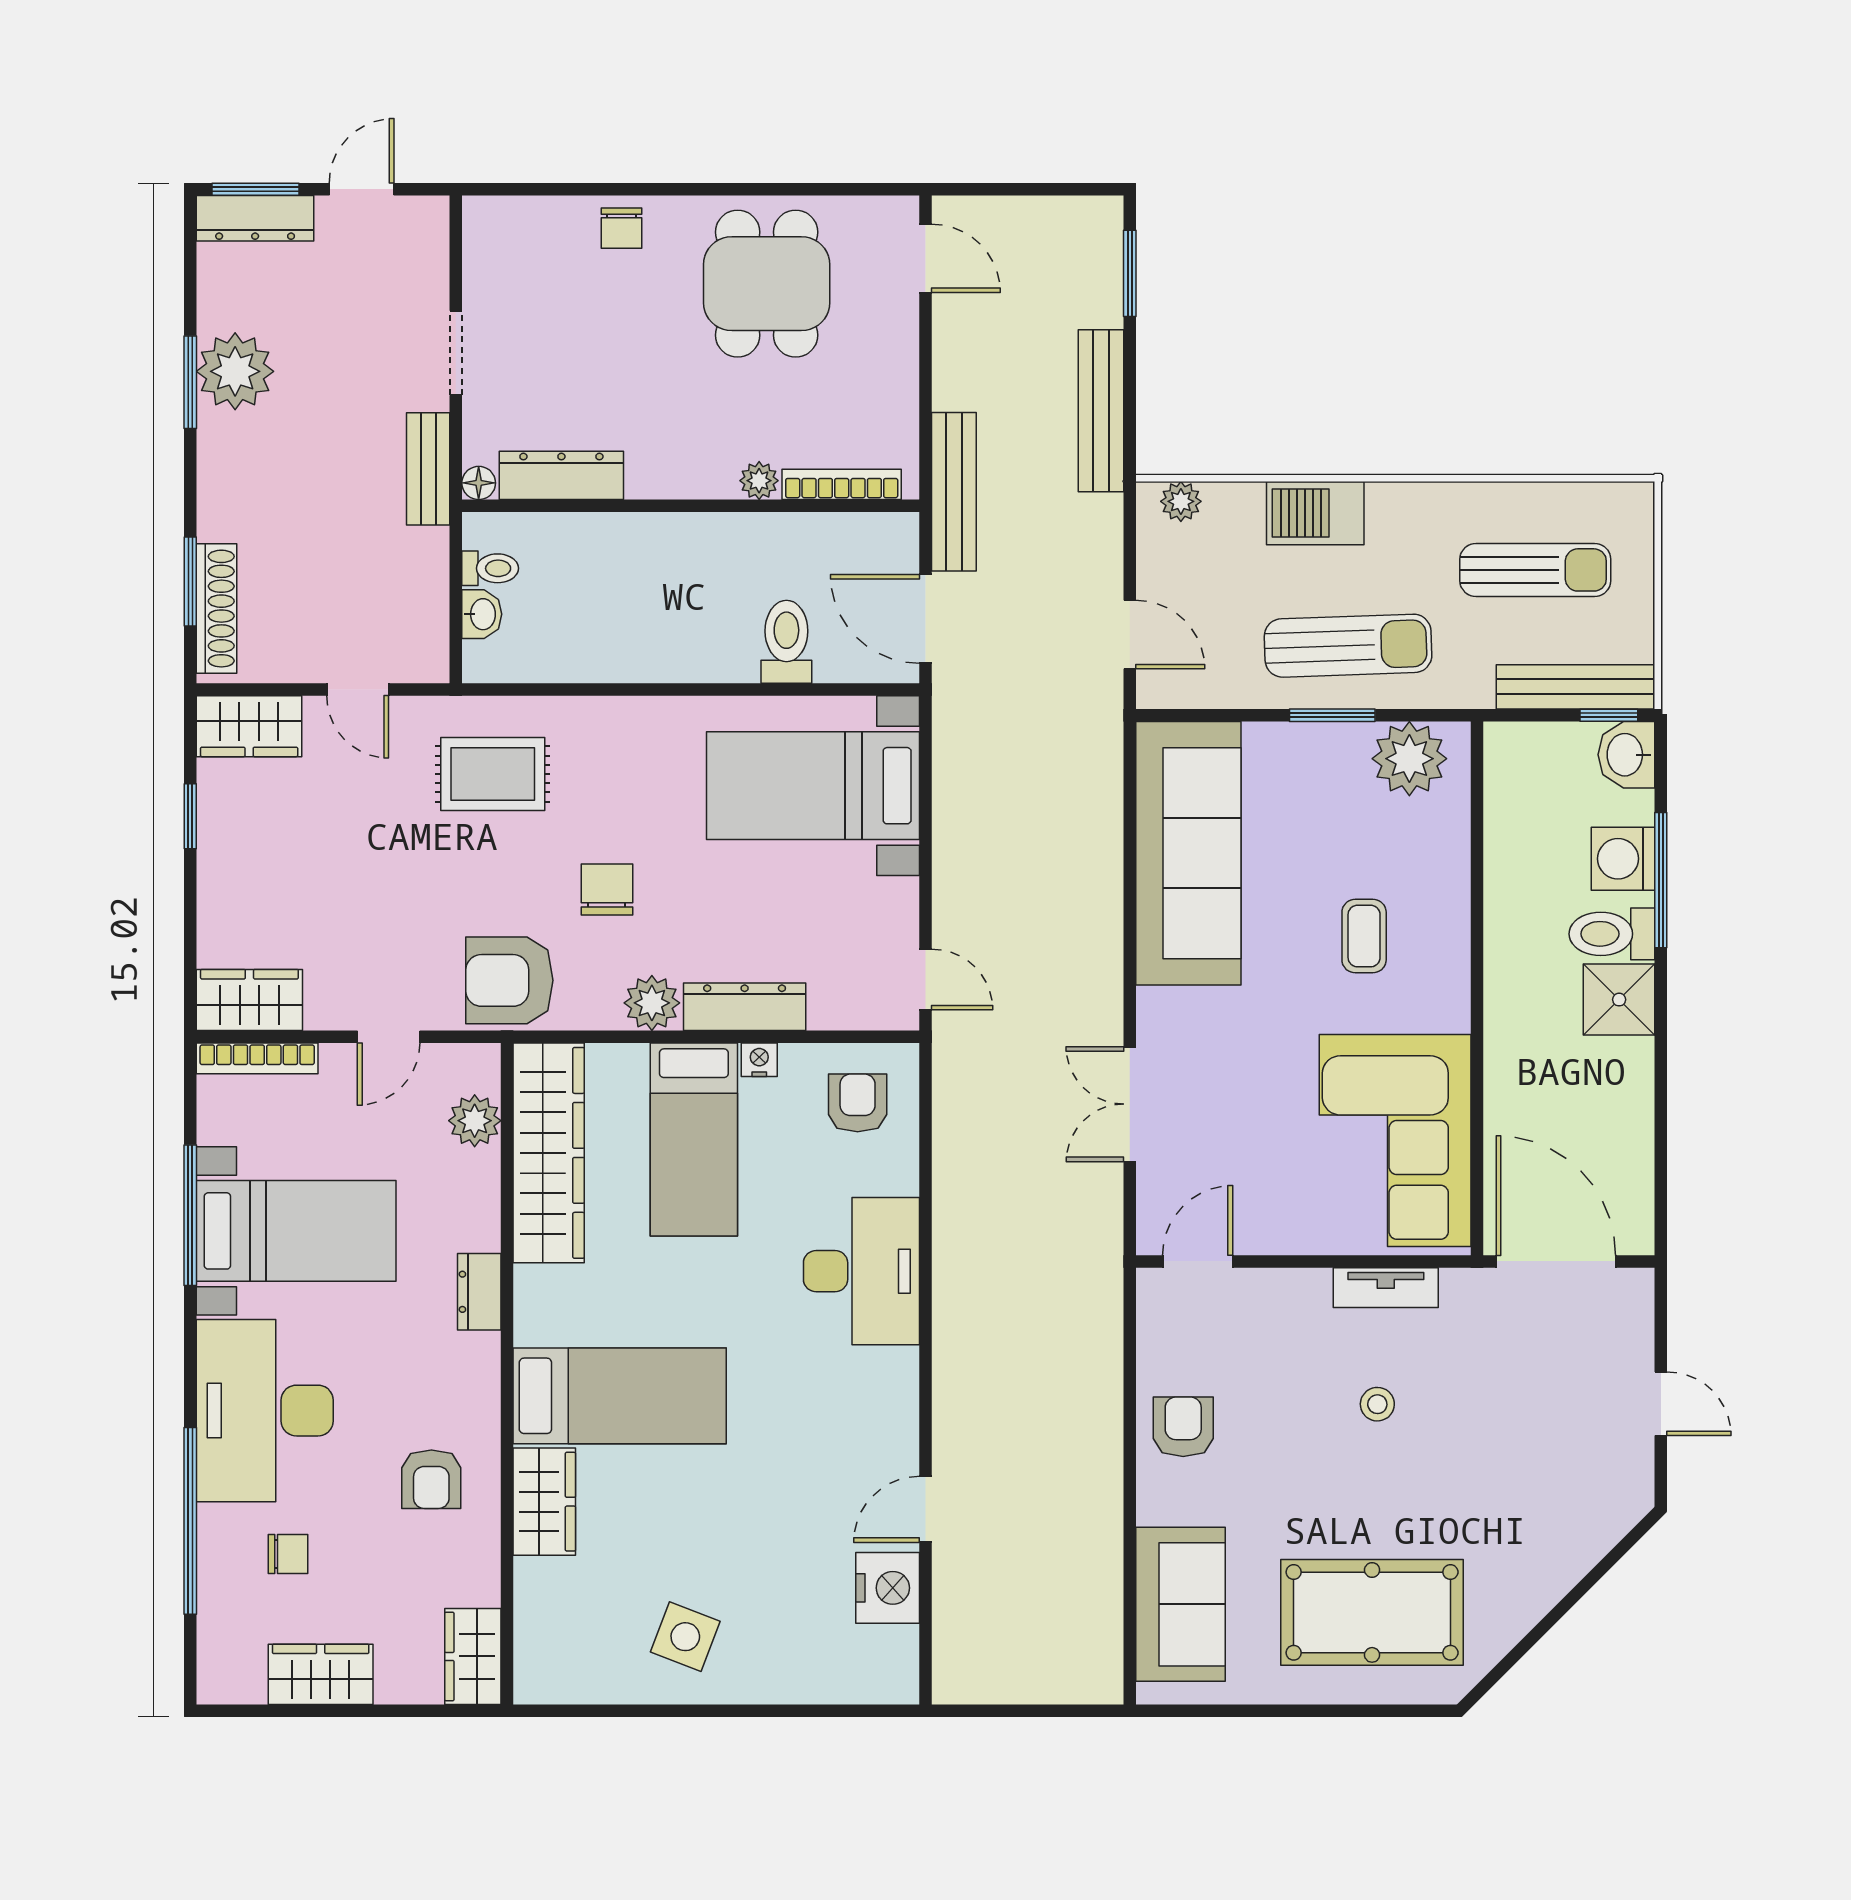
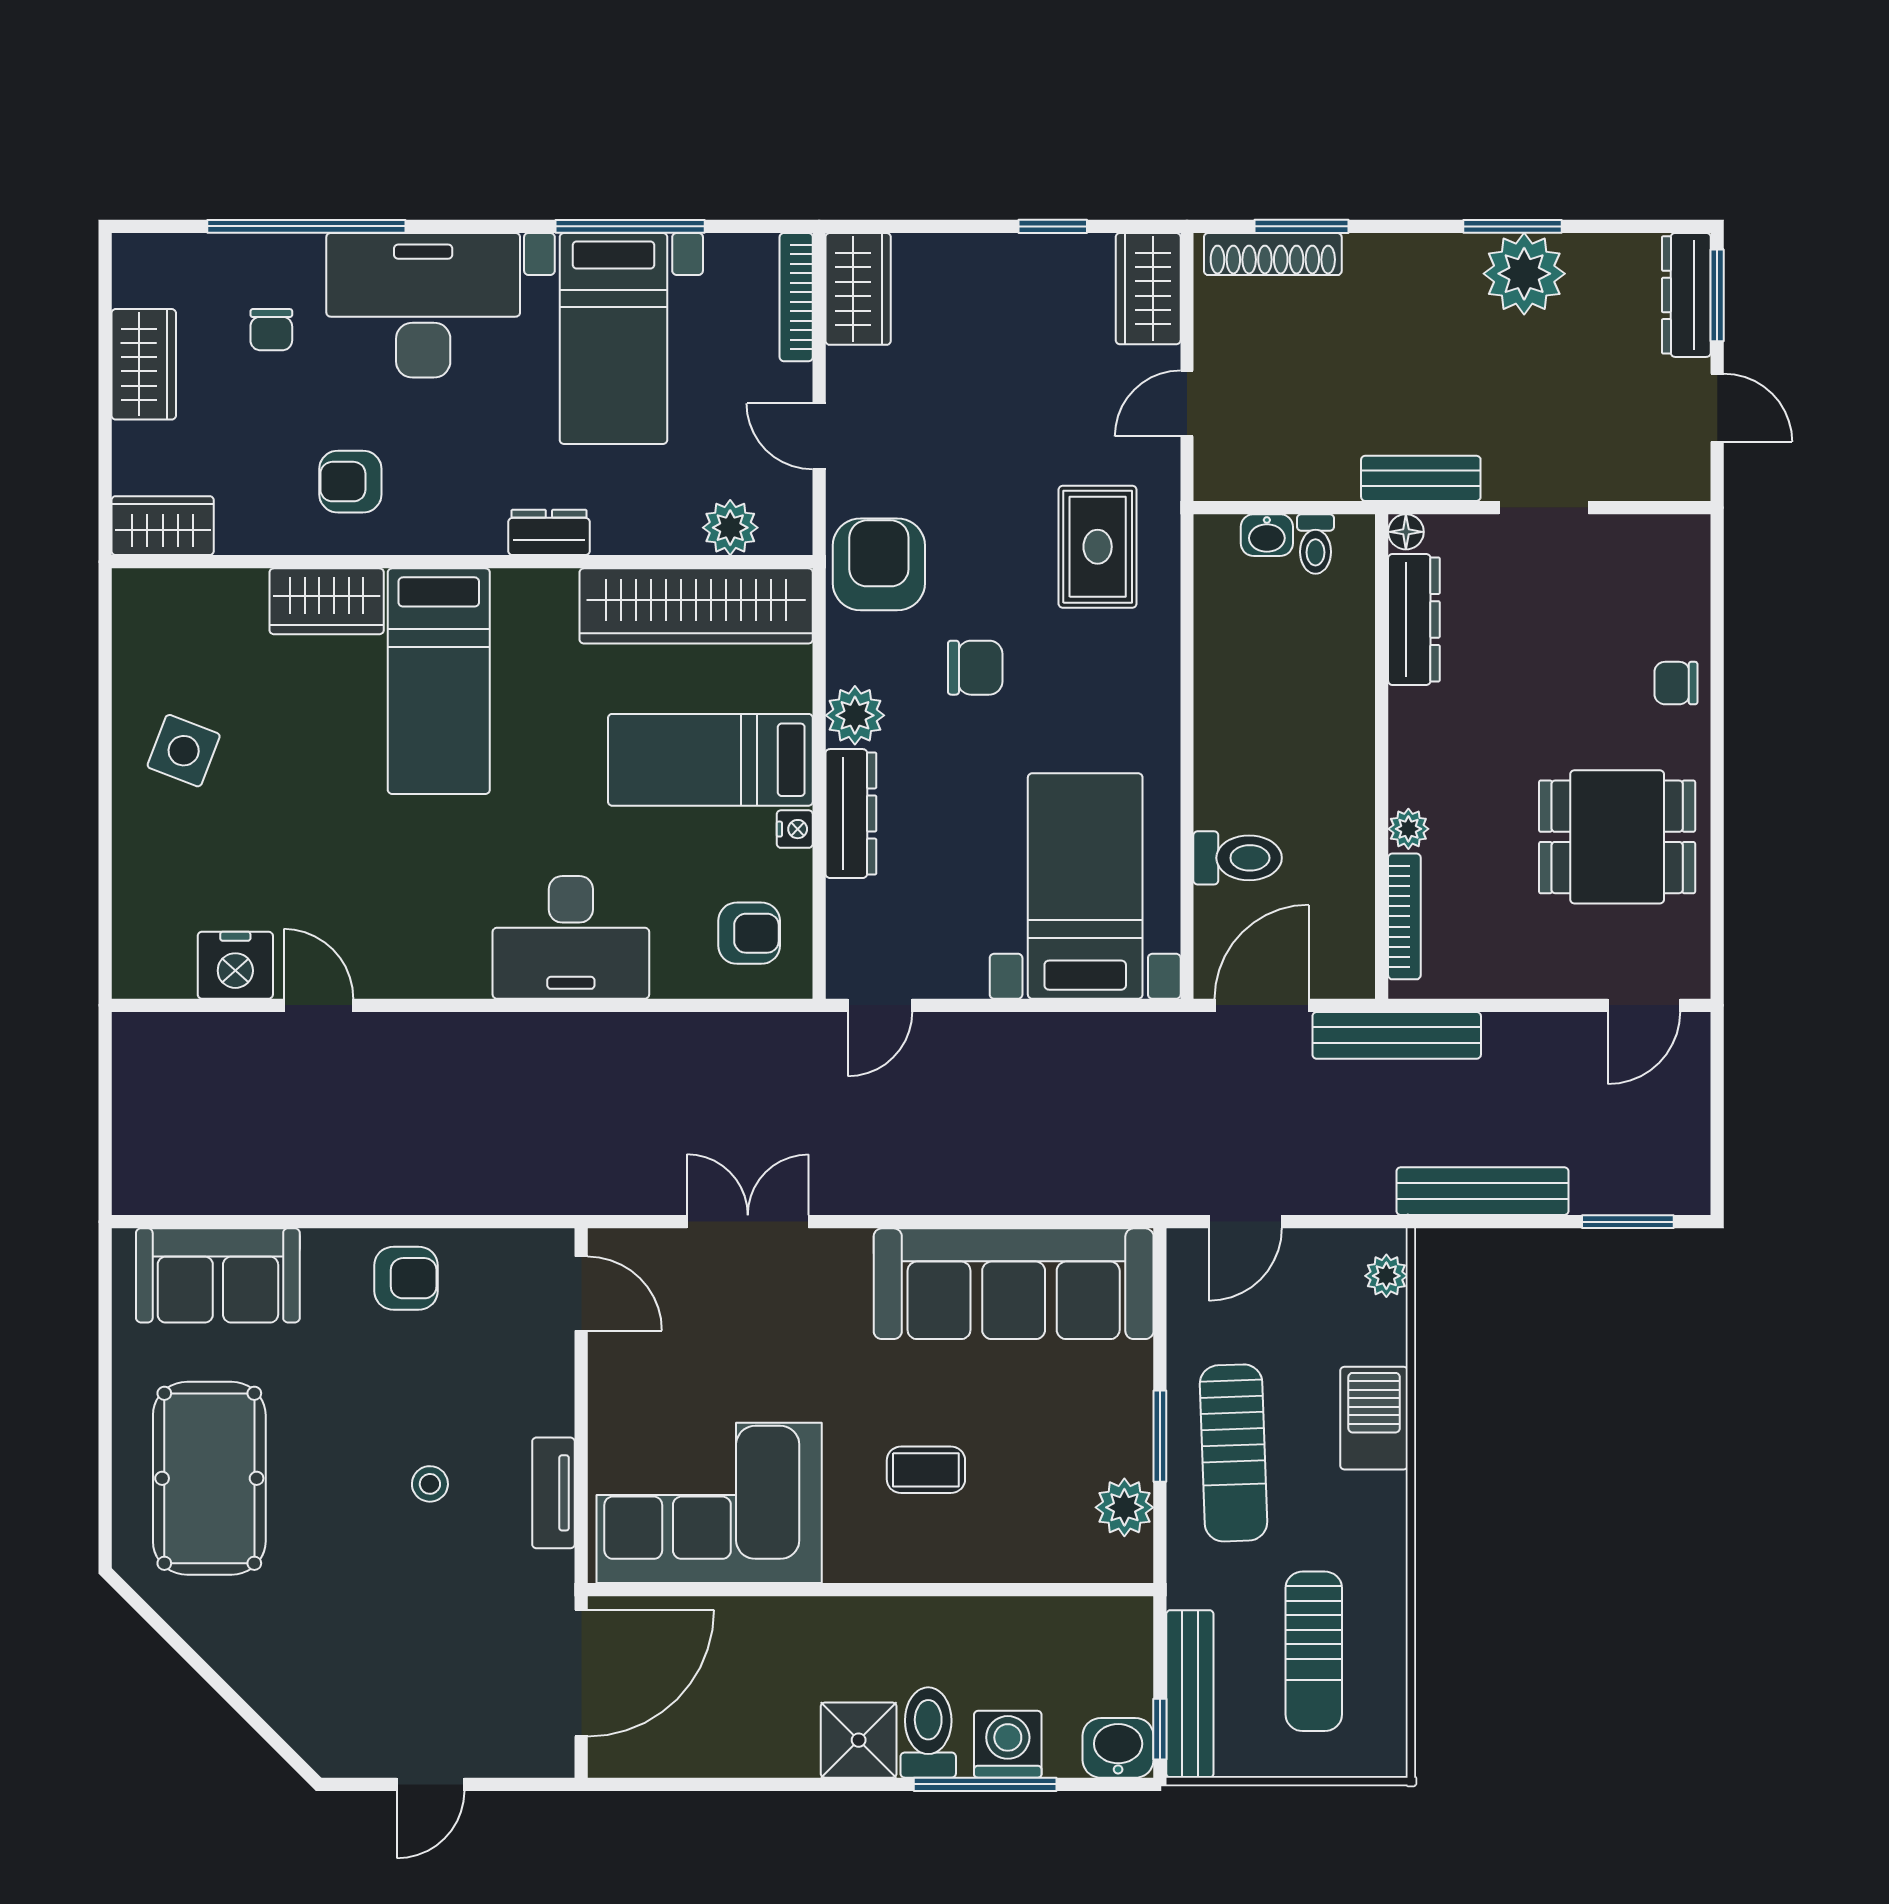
plant: (1409, 759) -> (1124, 1507), width x0.73, depth x0.73

